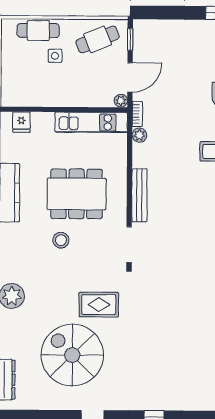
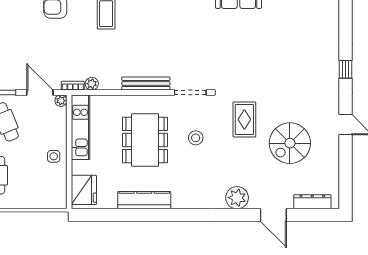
side table: (55, 56) -> (54, 156), moved
fridge: (21, 122) -> (84, 190), width x1.88, depth x1.34
stool: (61, 240) -> (196, 138), moved
spiral stairs: (72, 355) -> (290, 143), width x0.73, depth x0.73

